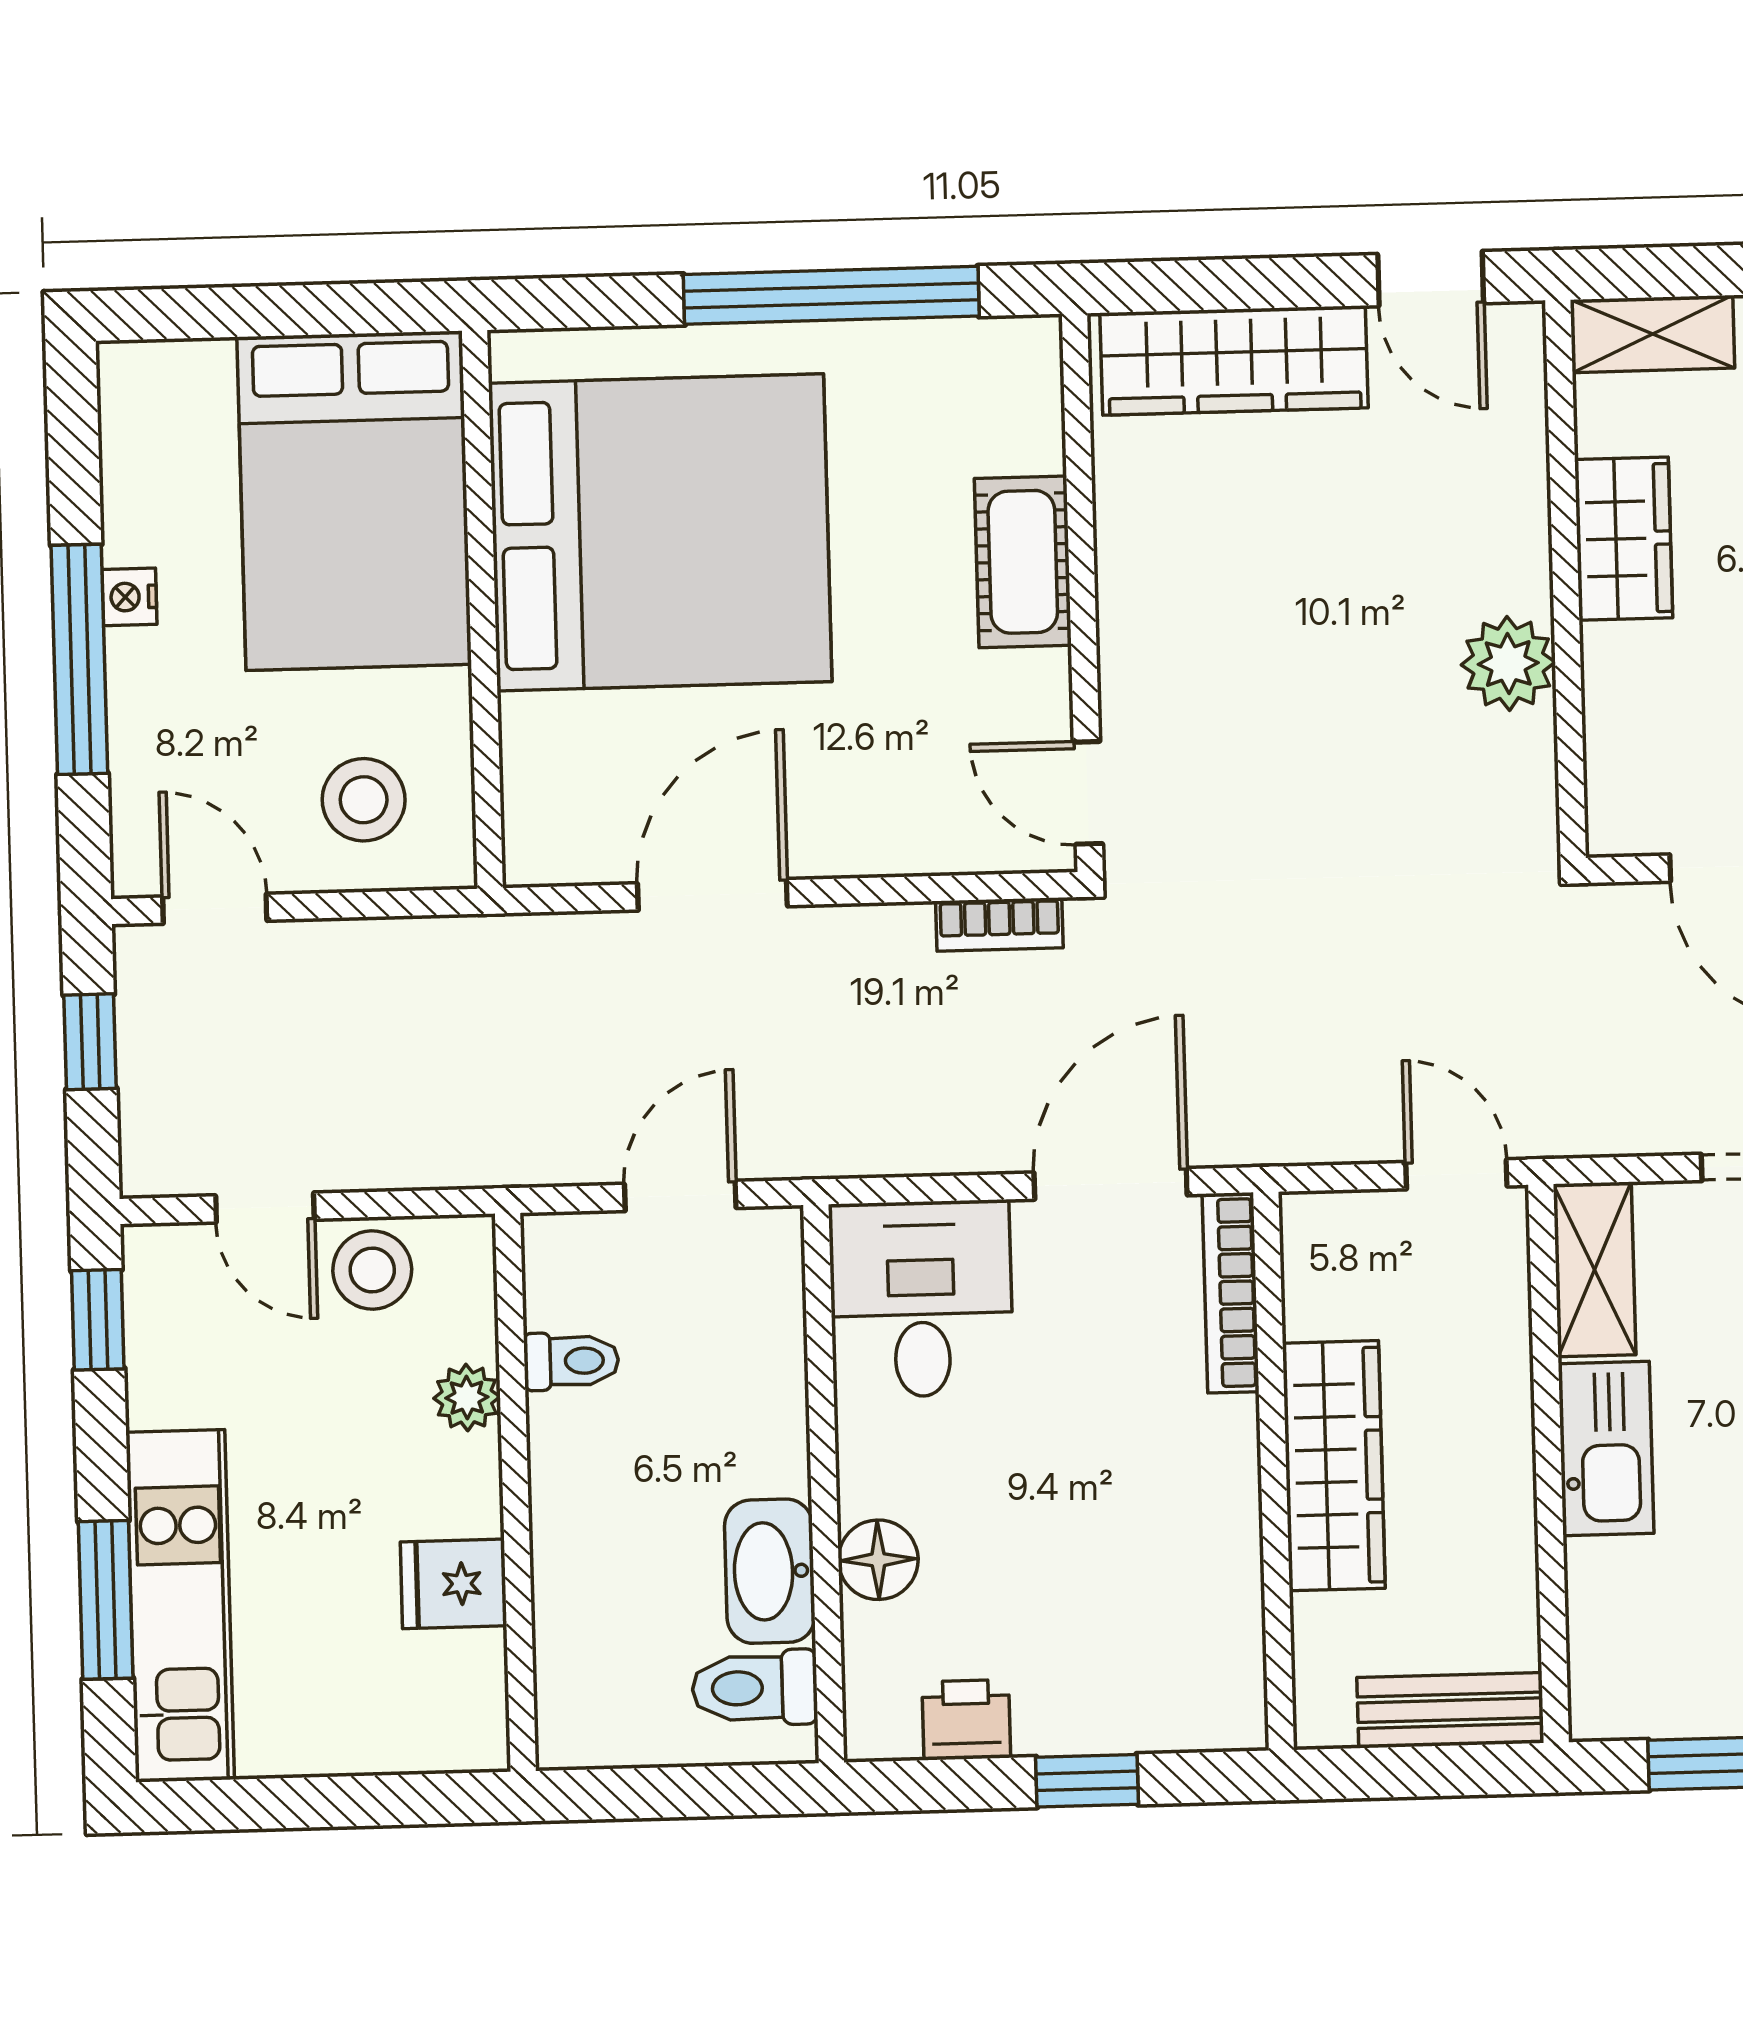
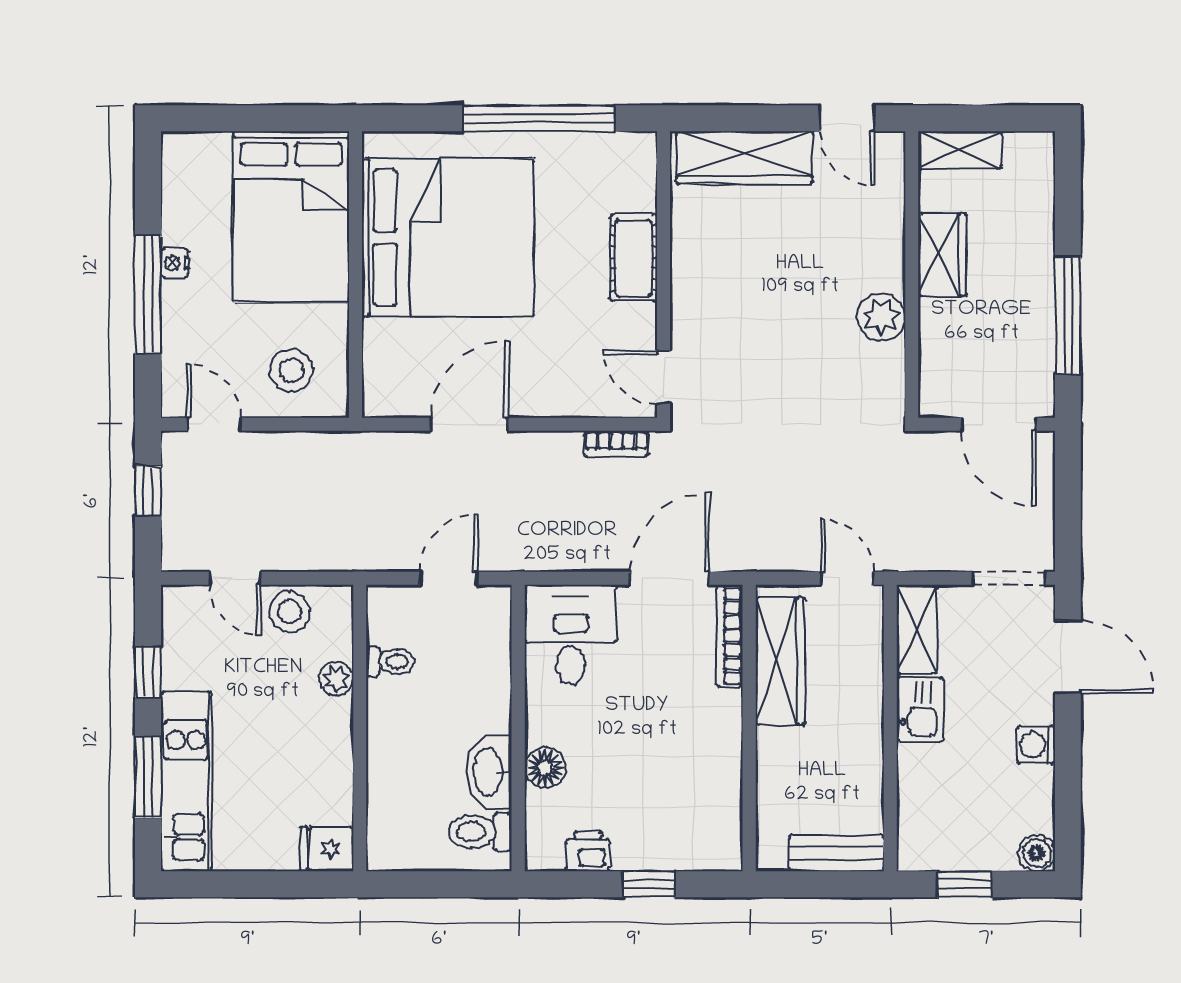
window: (98, 1320) -> (148, 672), moved
kitchen sink: (1606, 1449) -> (920, 709), width x0.73
wardrobe: (1334, 1466) -> (780, 661), moved
fridge: (453, 1584) -> (327, 849), moved

